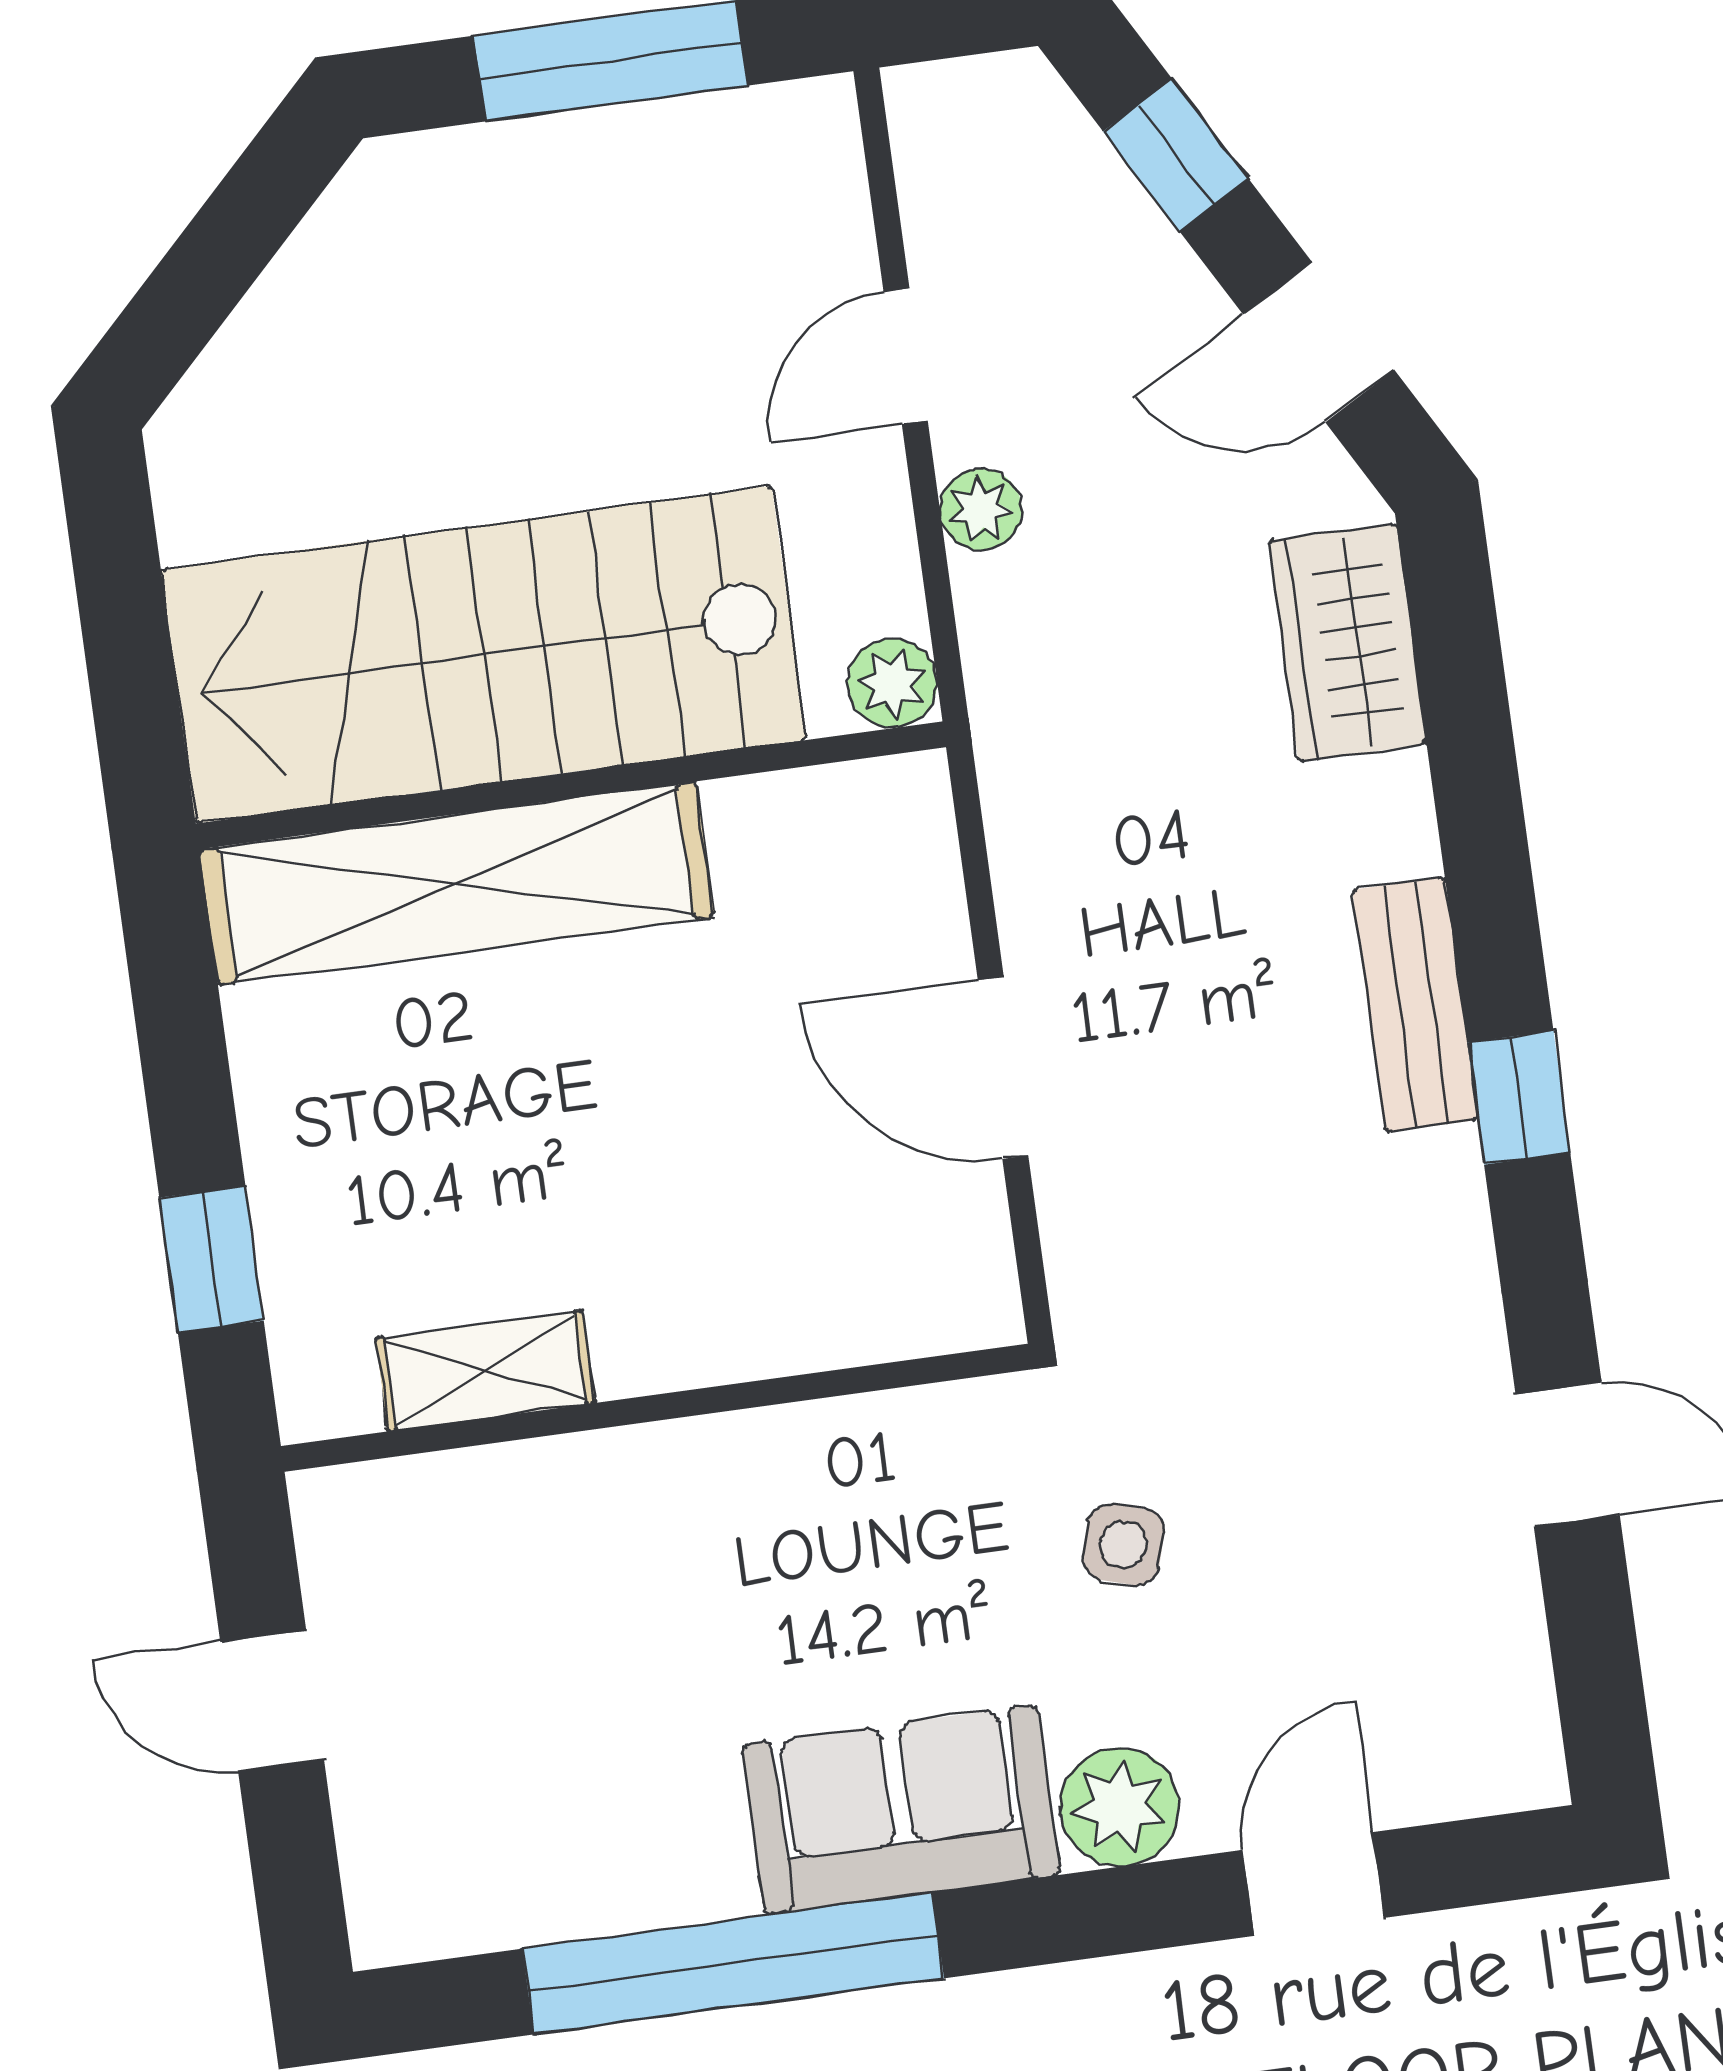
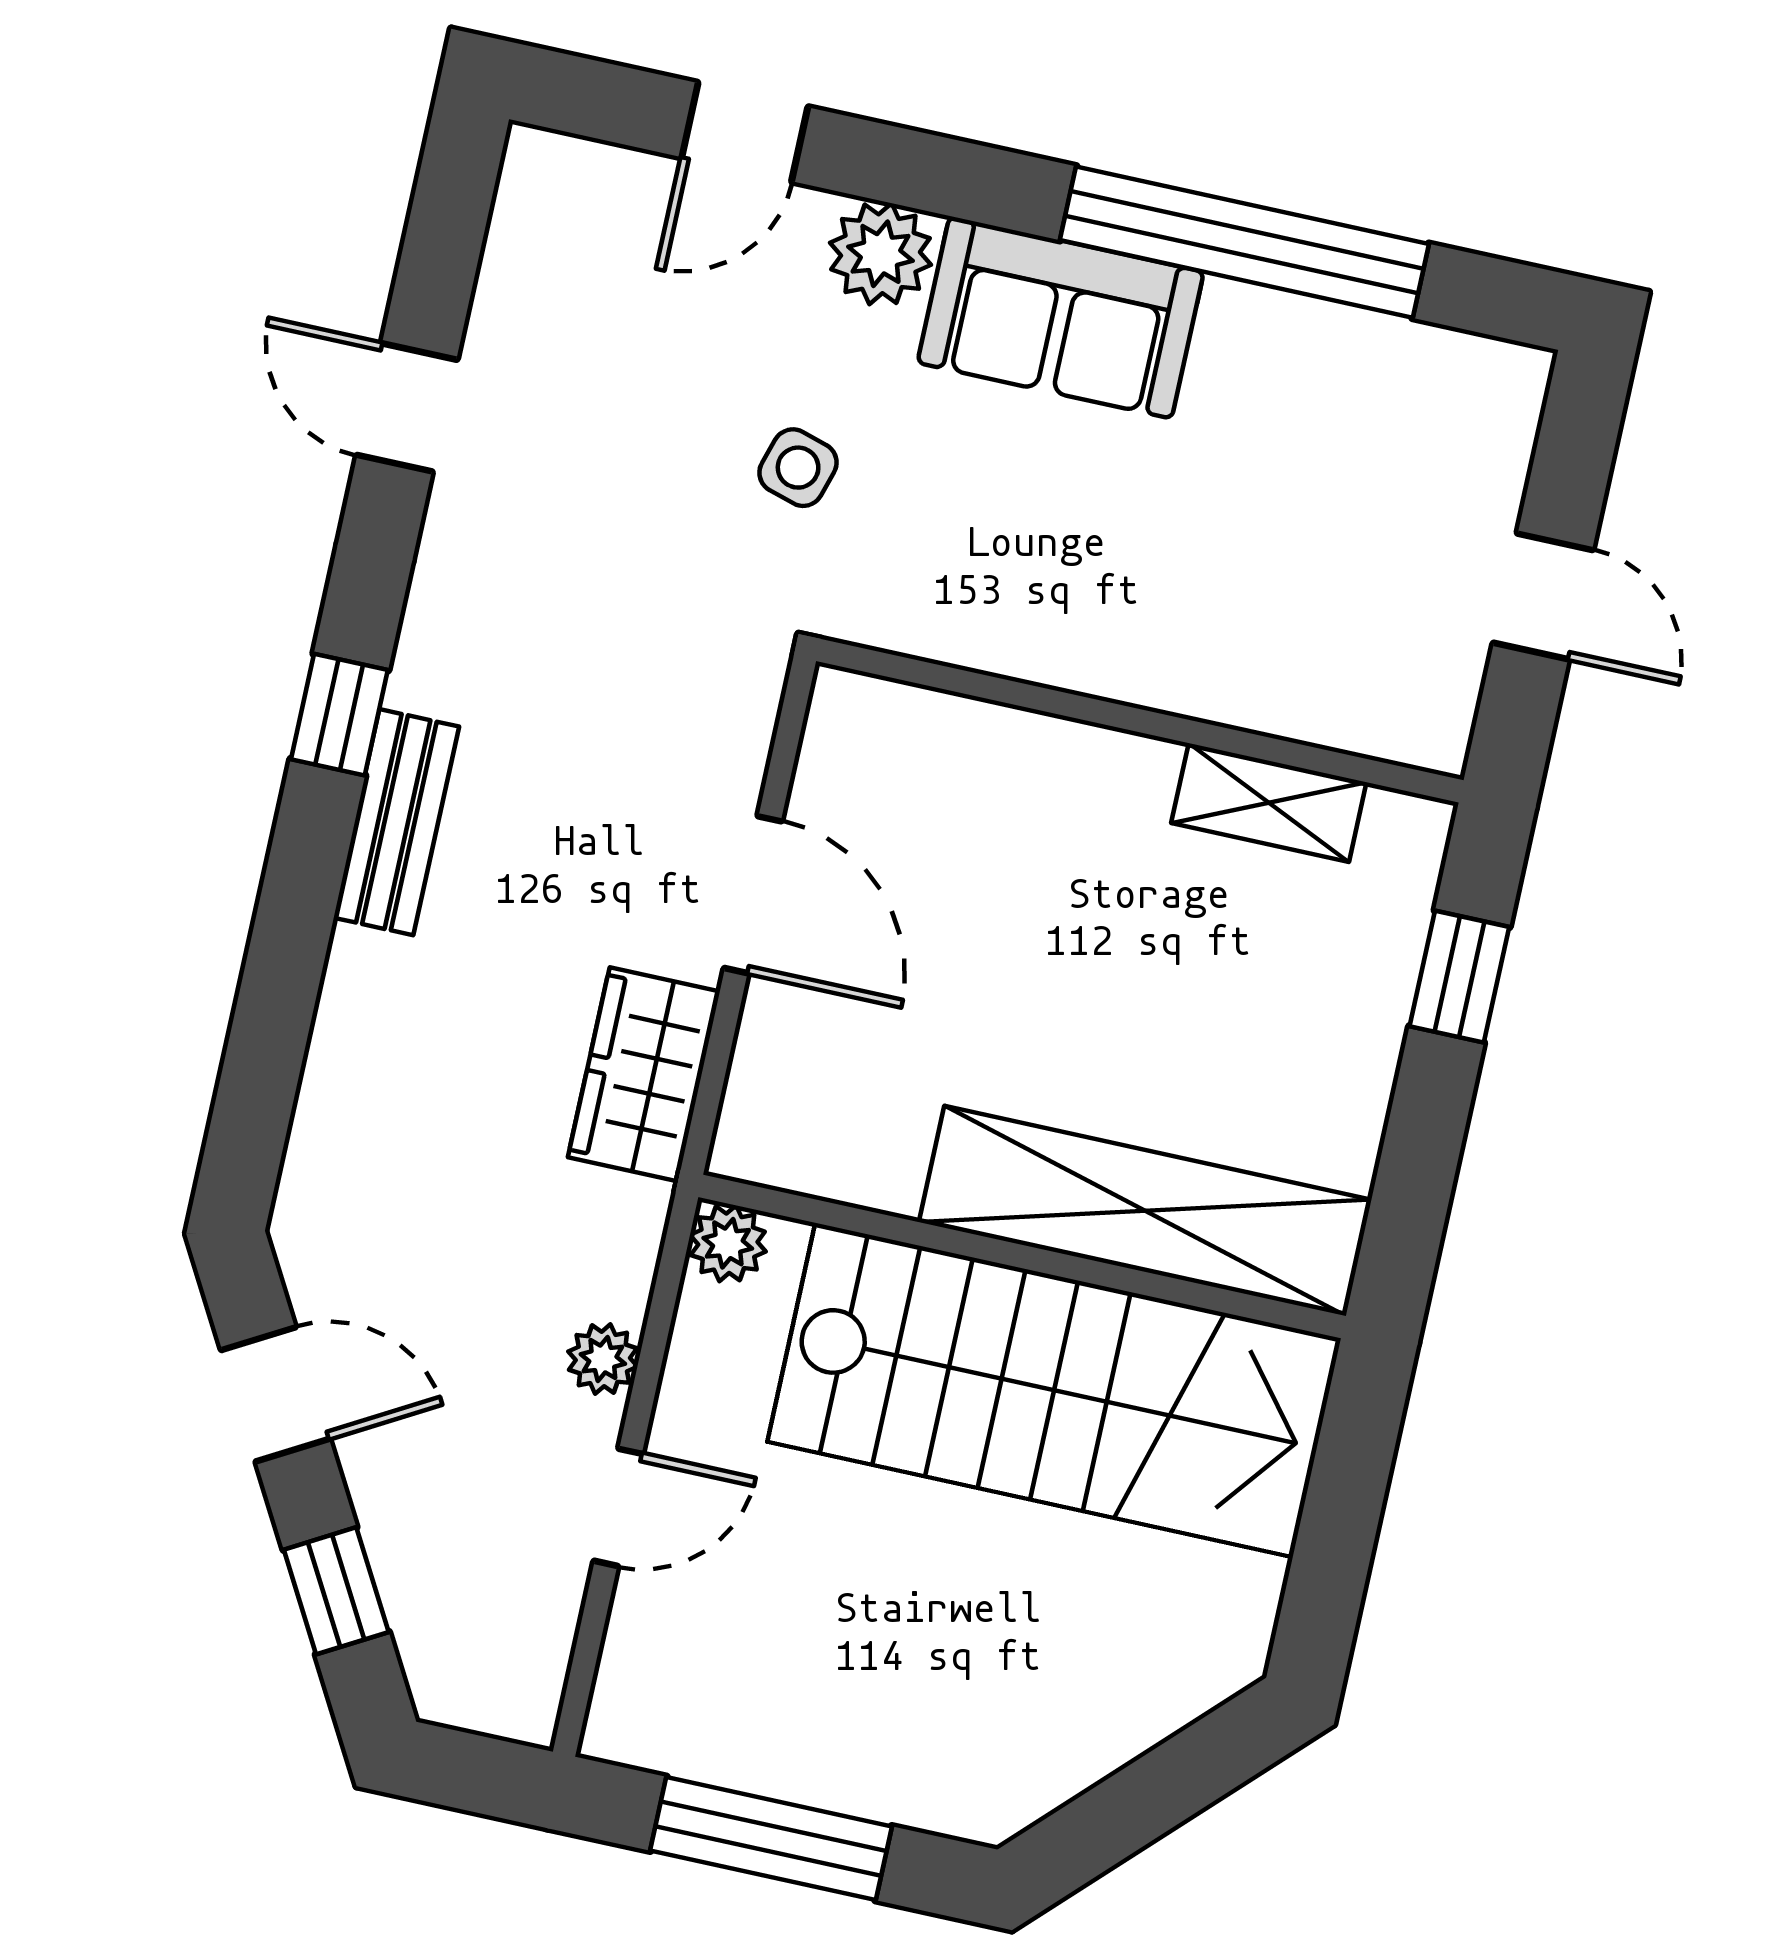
wardrobe: (1347, 642) -> (644, 1074), moved, turned 180

